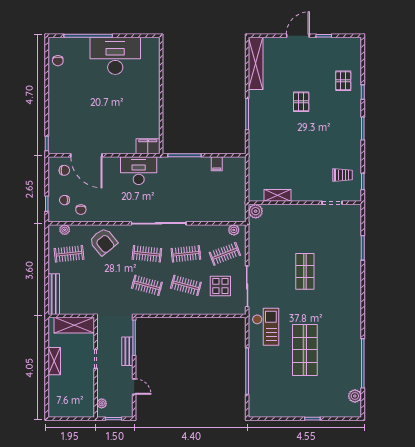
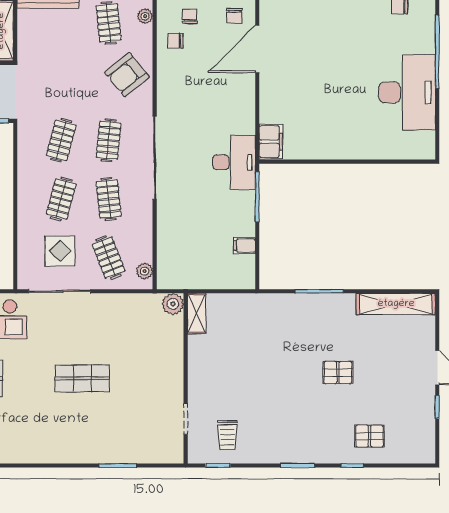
desk: (139, 171) -> (234, 162), moved
shelving: (278, 195) -> (197, 313), moved

